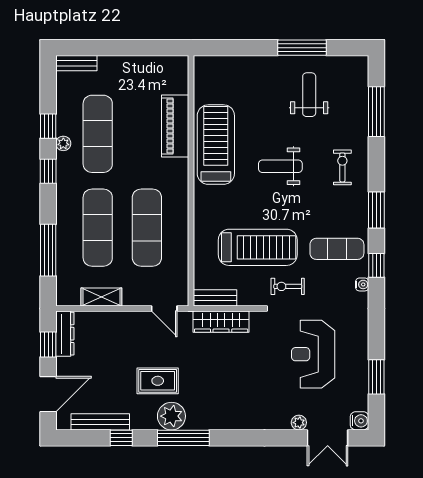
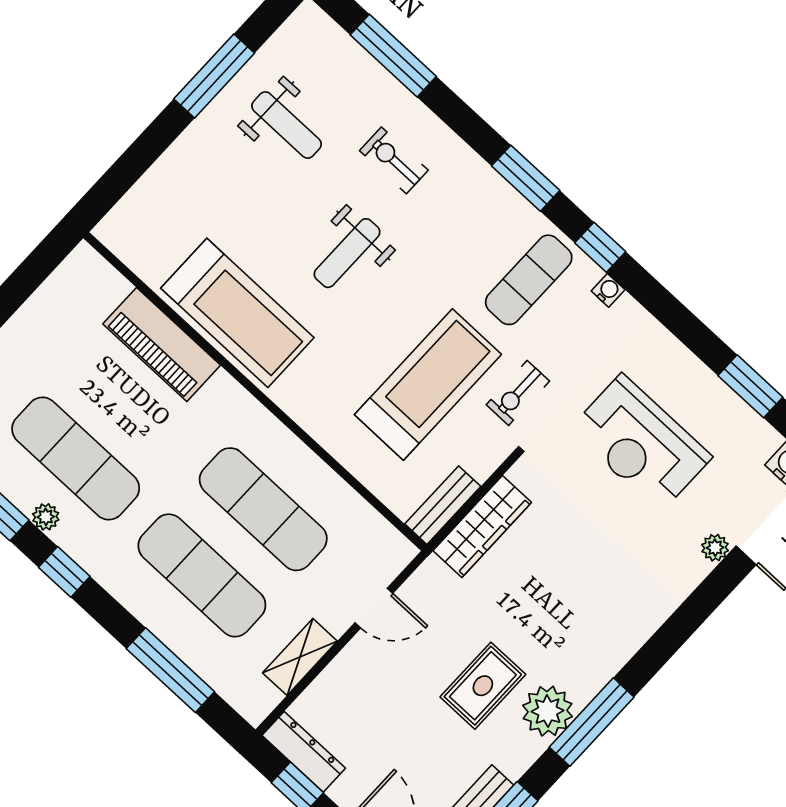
weight bench: (309, 95) -> (287, 125), turned 180
treadmill: (216, 145) -> (237, 313), turned 180
exercise bike: (342, 167) -> (394, 160), moved
door: (164, 308) -> (374, 608), moved

